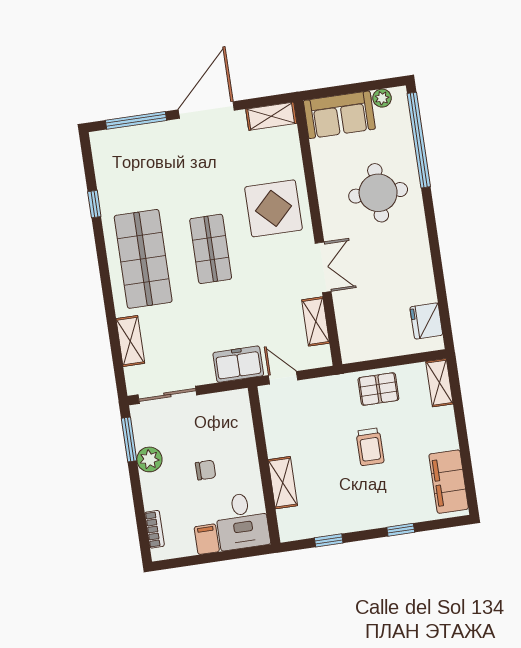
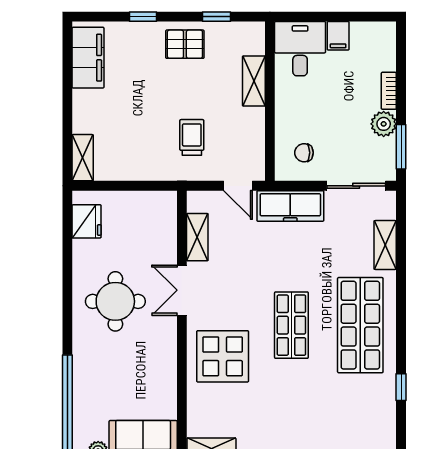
round table: (378, 193) -> (115, 301), moved
freezer: (238, 364) -> (290, 206), width x1.40
pallet: (378, 389) -> (185, 44), moved
trolley: (370, 447) -> (192, 137), moved
chair: (206, 470) -> (304, 153), moved
bookcase: (155, 529) -> (389, 91), moved

